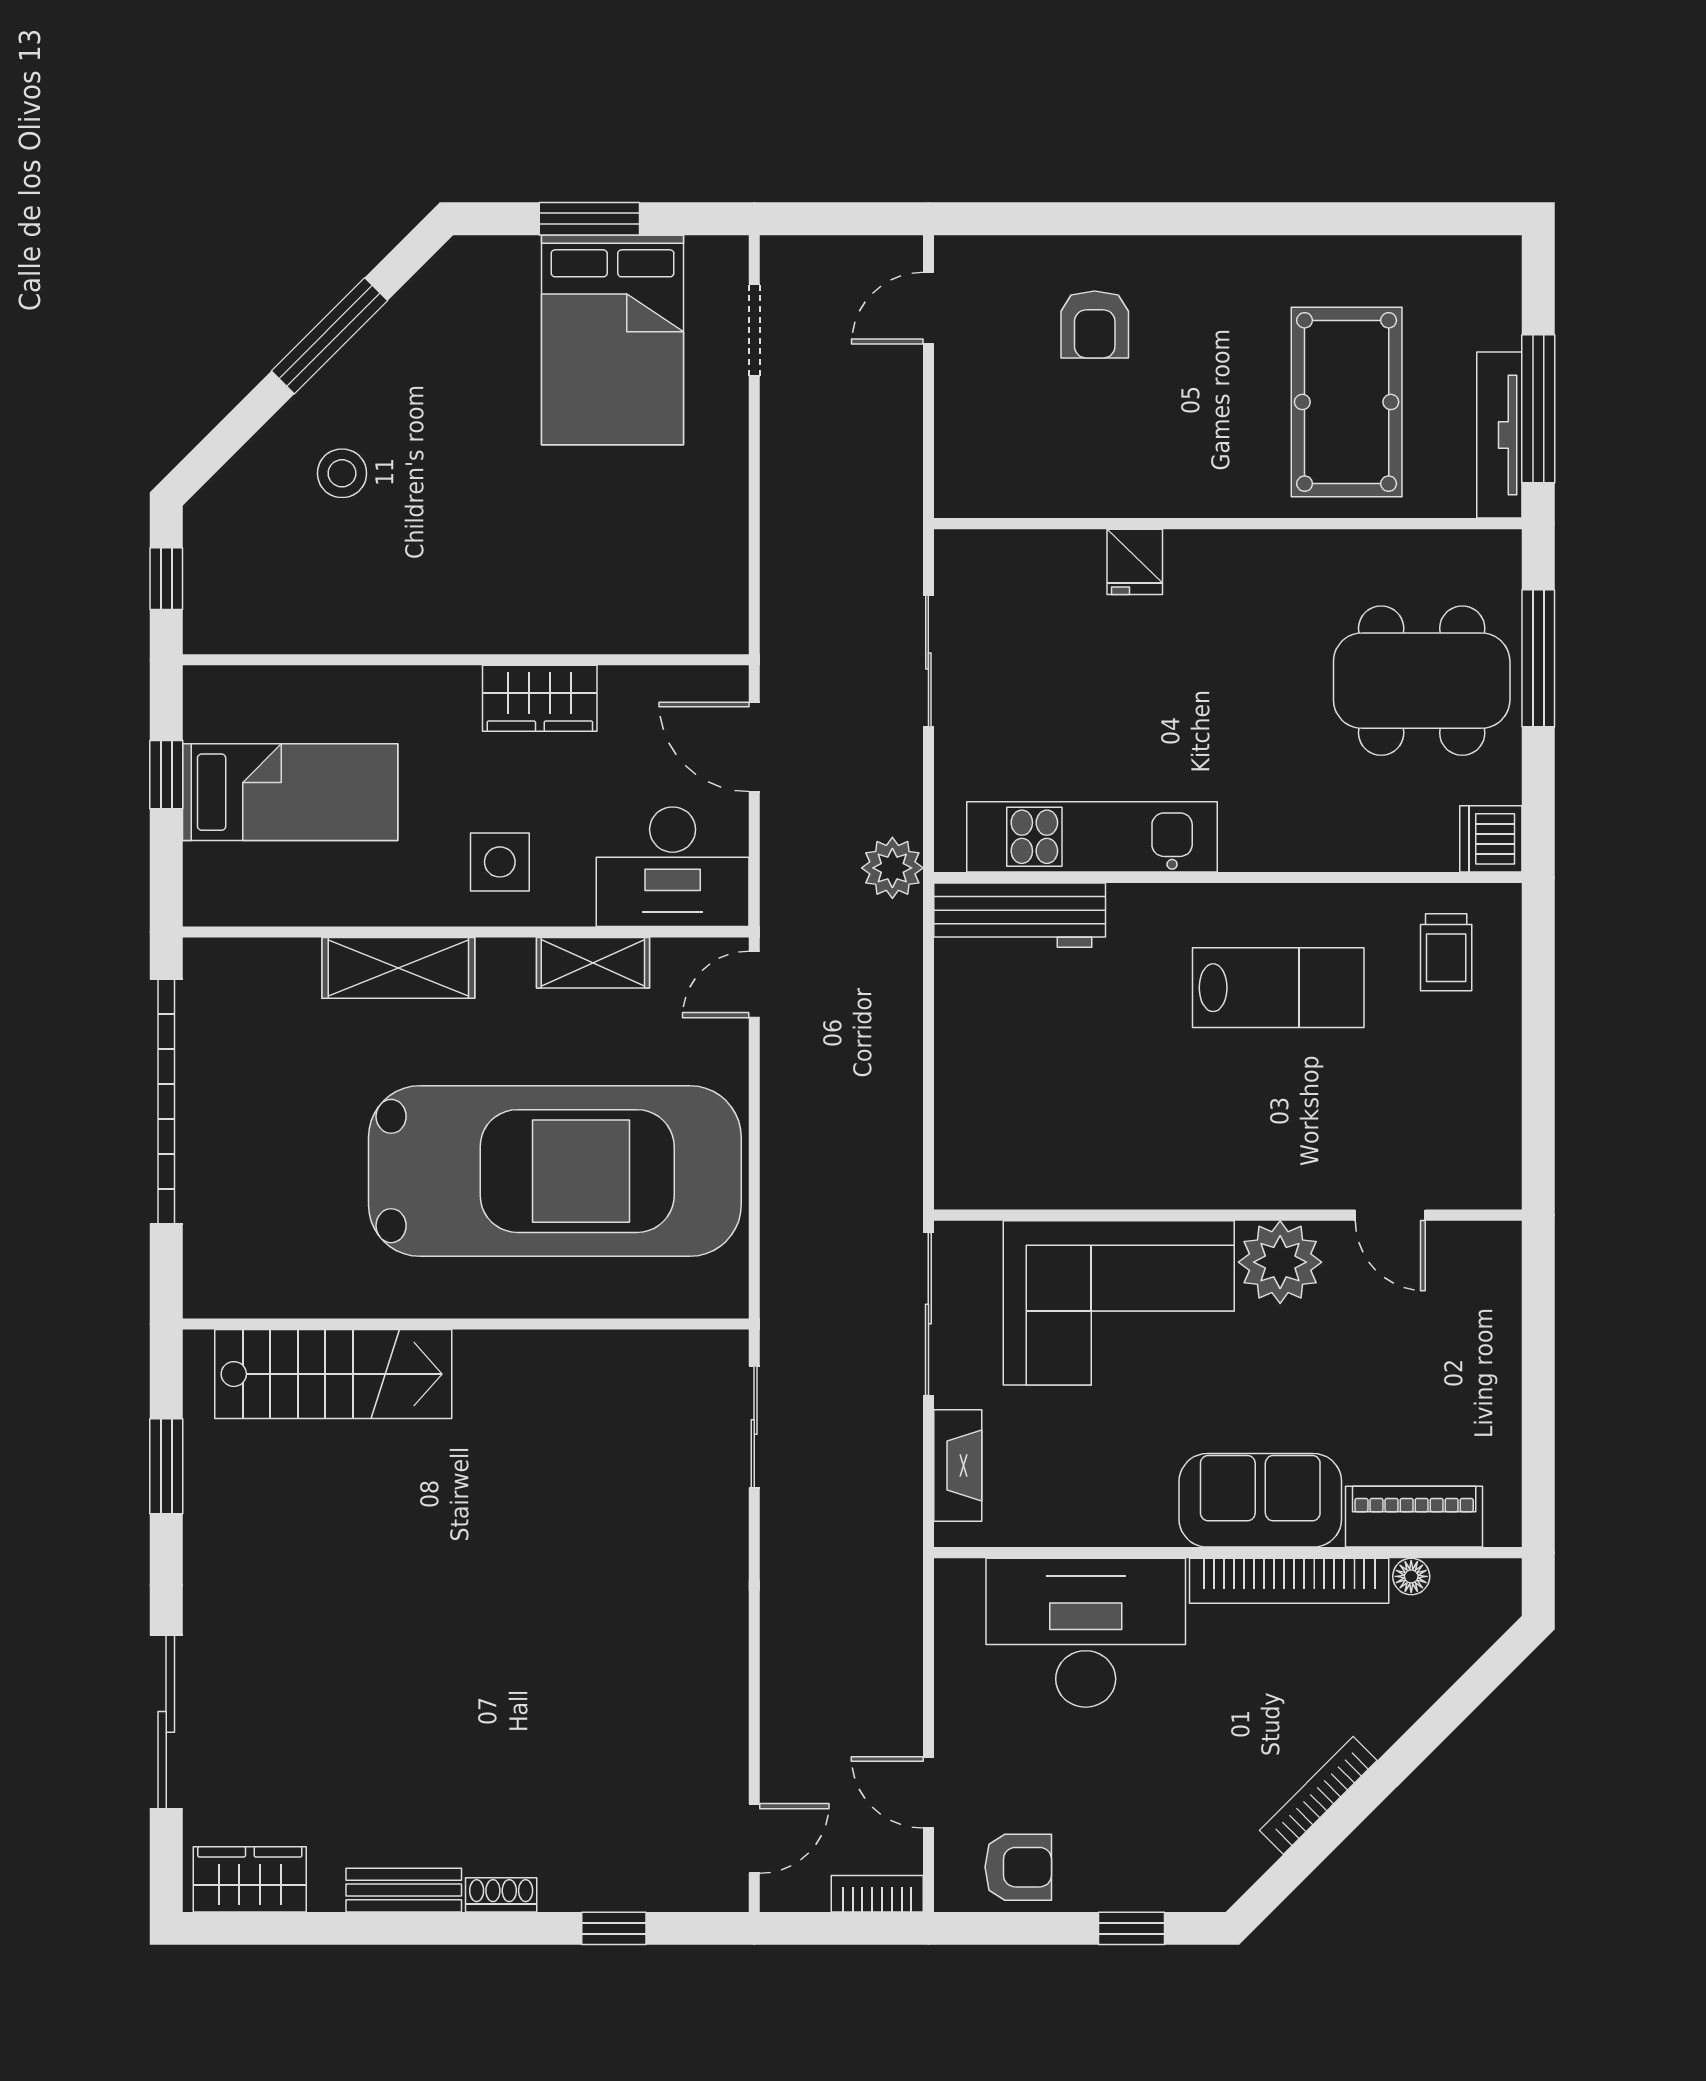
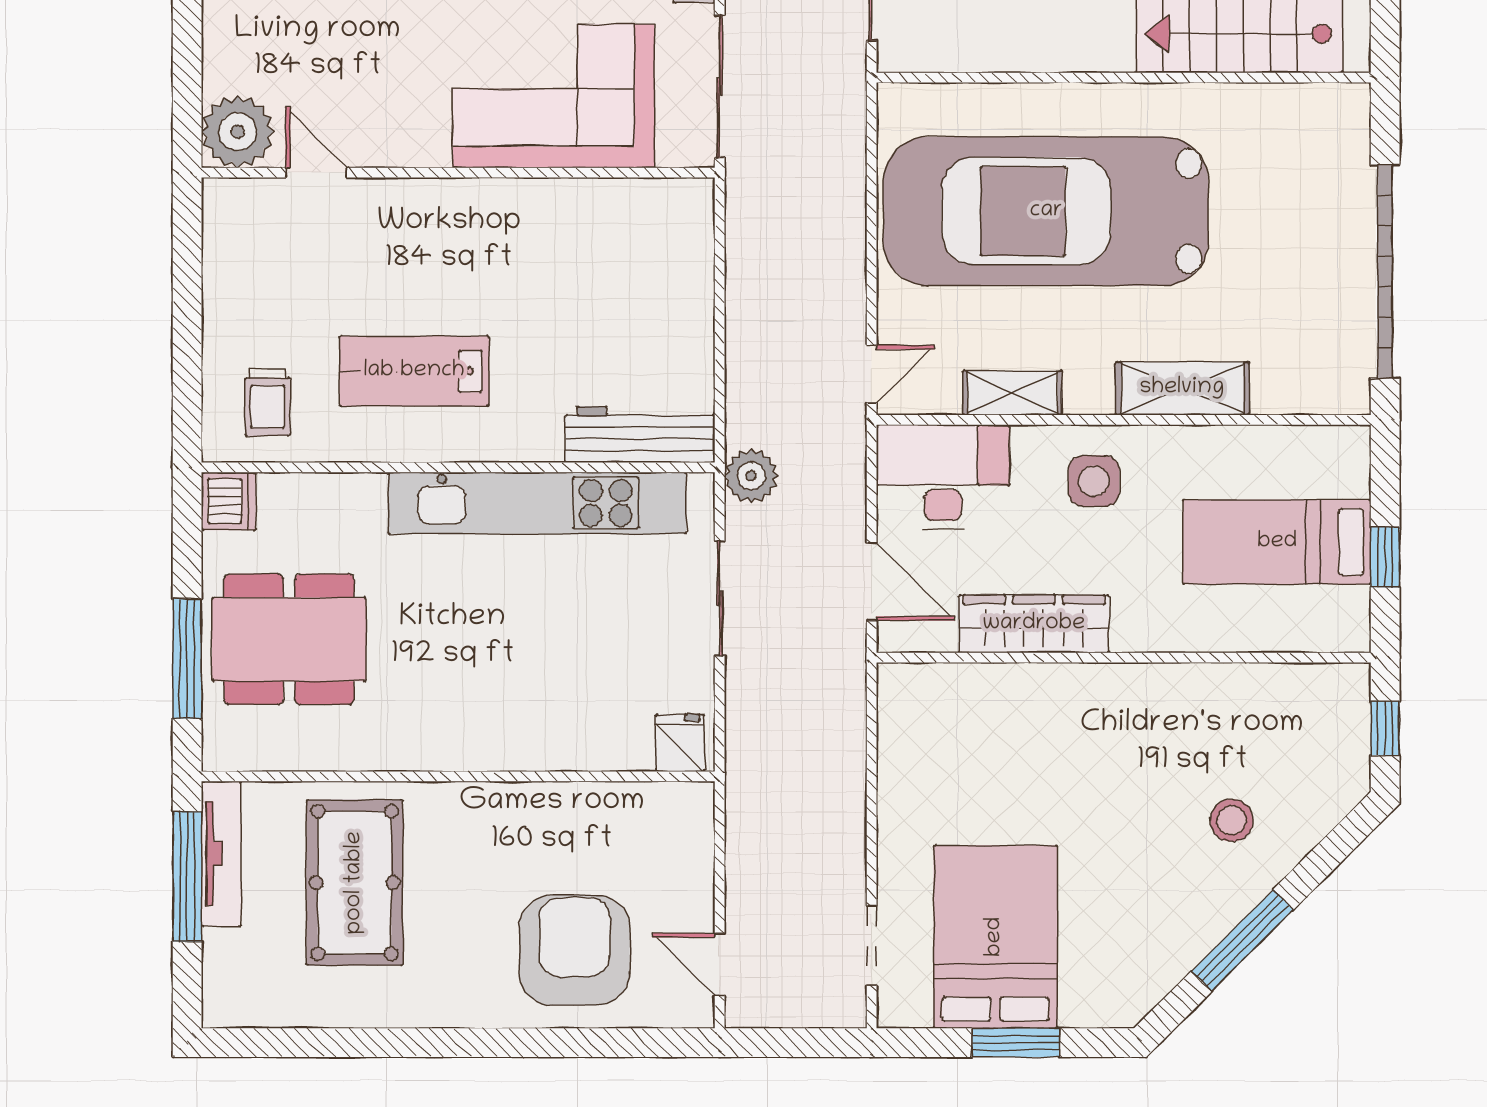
door: (928, 308) -> (720, 964), swing flipped
armchair: (1095, 324) -> (574, 950), width x1.88, depth x1.88
fridge: (1135, 562) -> (680, 743), moved
sliding door: (928, 661) -> (720, 598), moved
wardrobe: (540, 698) -> (1034, 624), width x1.50
kitchen unit: (1092, 837) -> (537, 503), width x1.36
trolley: (1446, 952) -> (268, 402), turned 180
plant: (1280, 1262) -> (238, 132), moved

